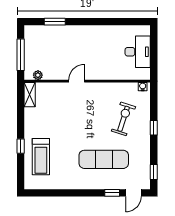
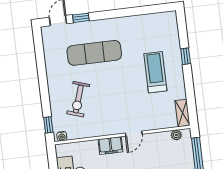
filing cabinet: (99, 73) -> (111, 146), added
window: (154, 128) -> (48, 125), moved
treadmill: (41, 157) -> (155, 72), moved
window: (154, 172) -> (39, 46), removed

